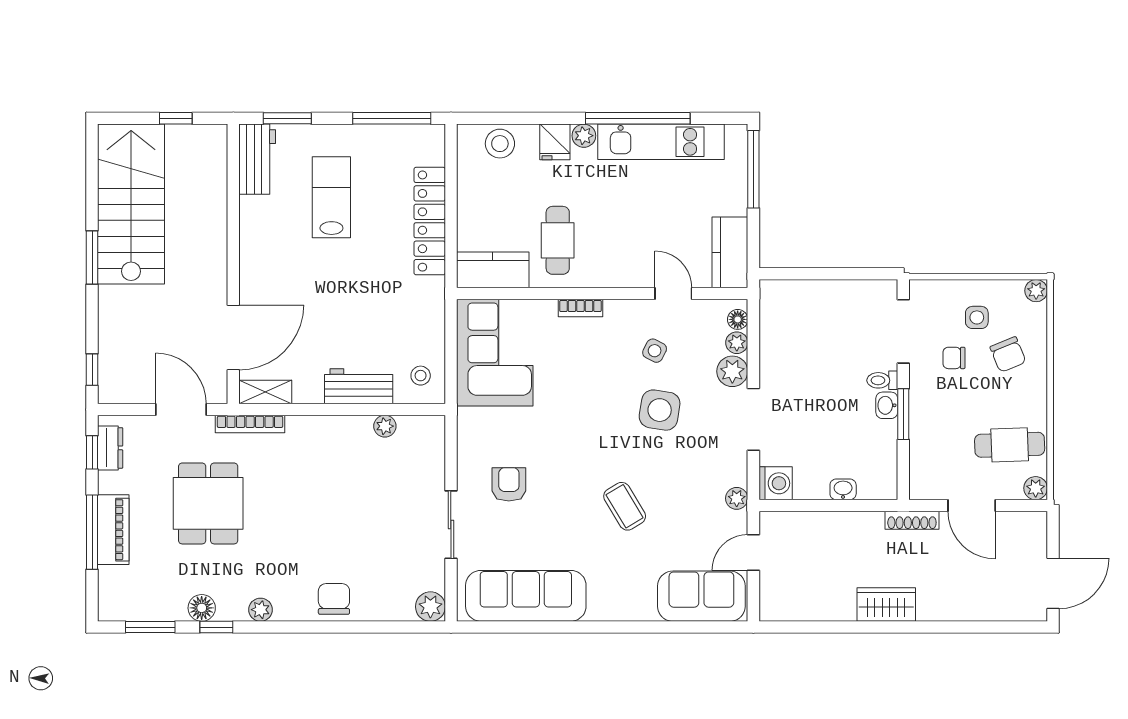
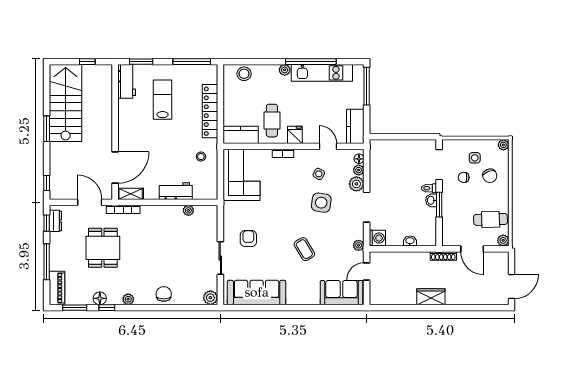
fridge: (555, 142) -> (295, 135), moved, turned 180
stool: (421, 376) -> (201, 157), moved
piano: (113, 530) -> (57, 288), moved

